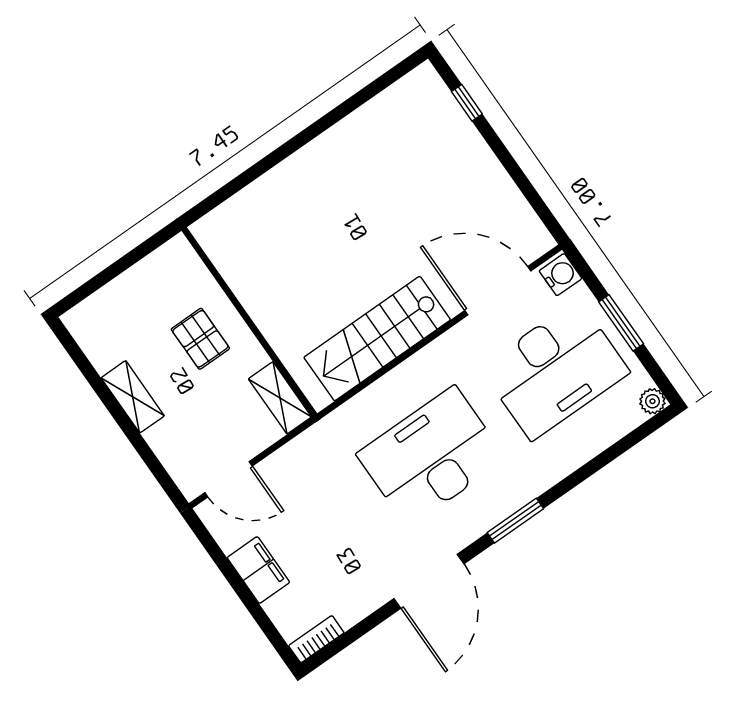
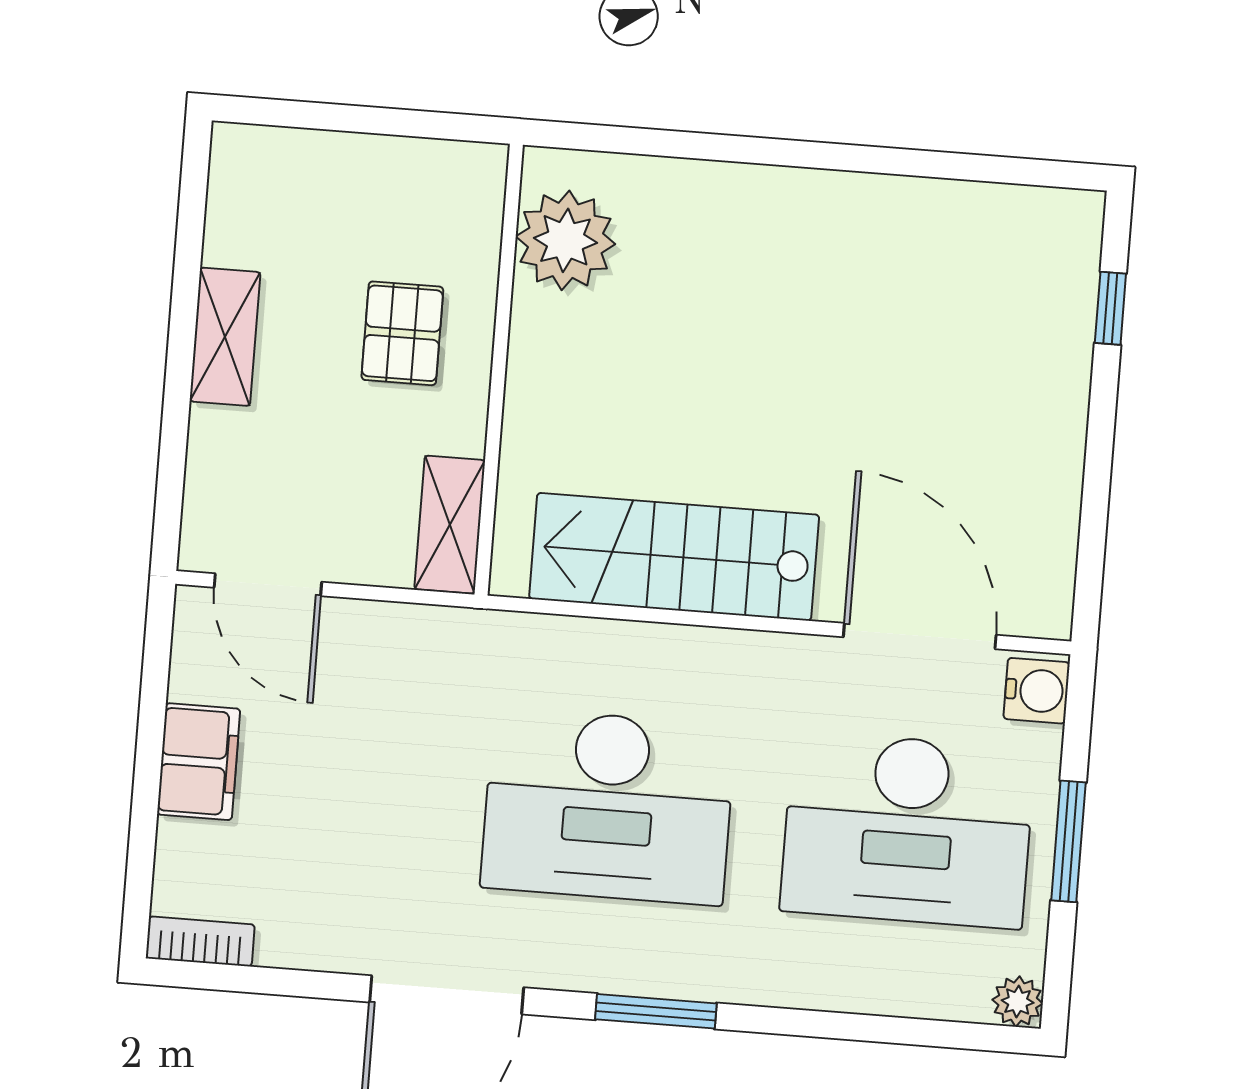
plant: (234, 251) -> (566, 240), added
desk: (431, 456) -> (608, 806), turned 180

